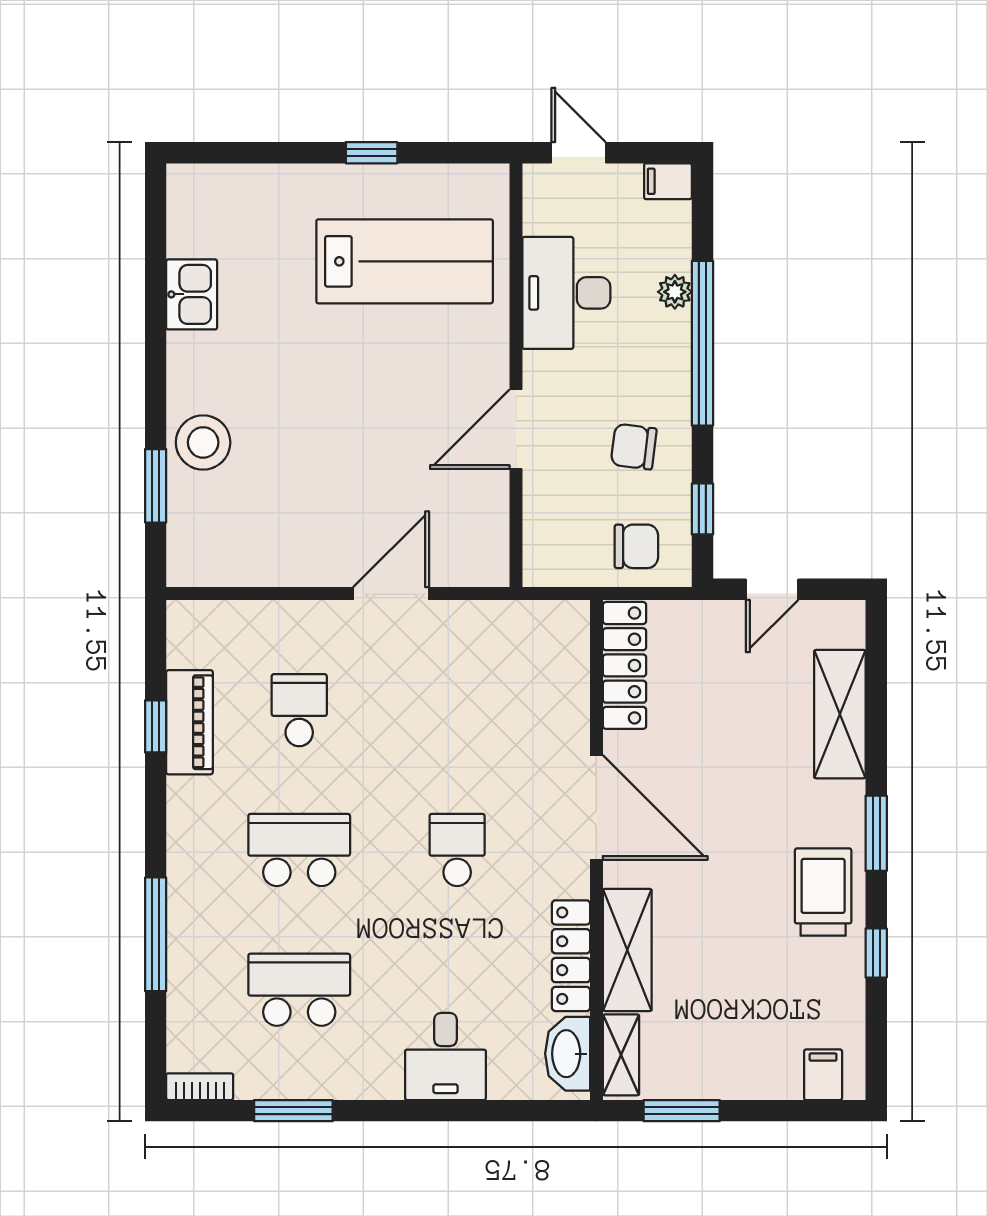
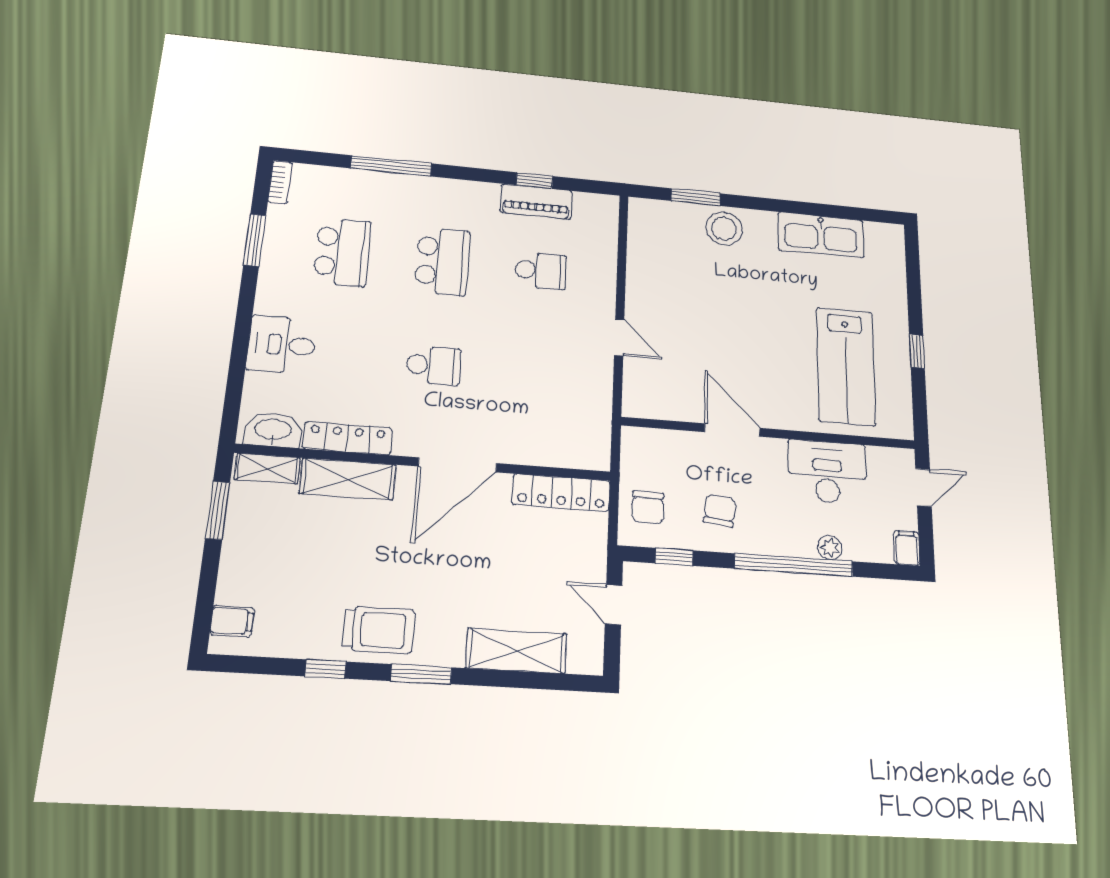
kitchen sink: (192, 294) -> (821, 235), width x1.88, depth x1.24
door: (391, 594) -> (619, 337), width x0.73

